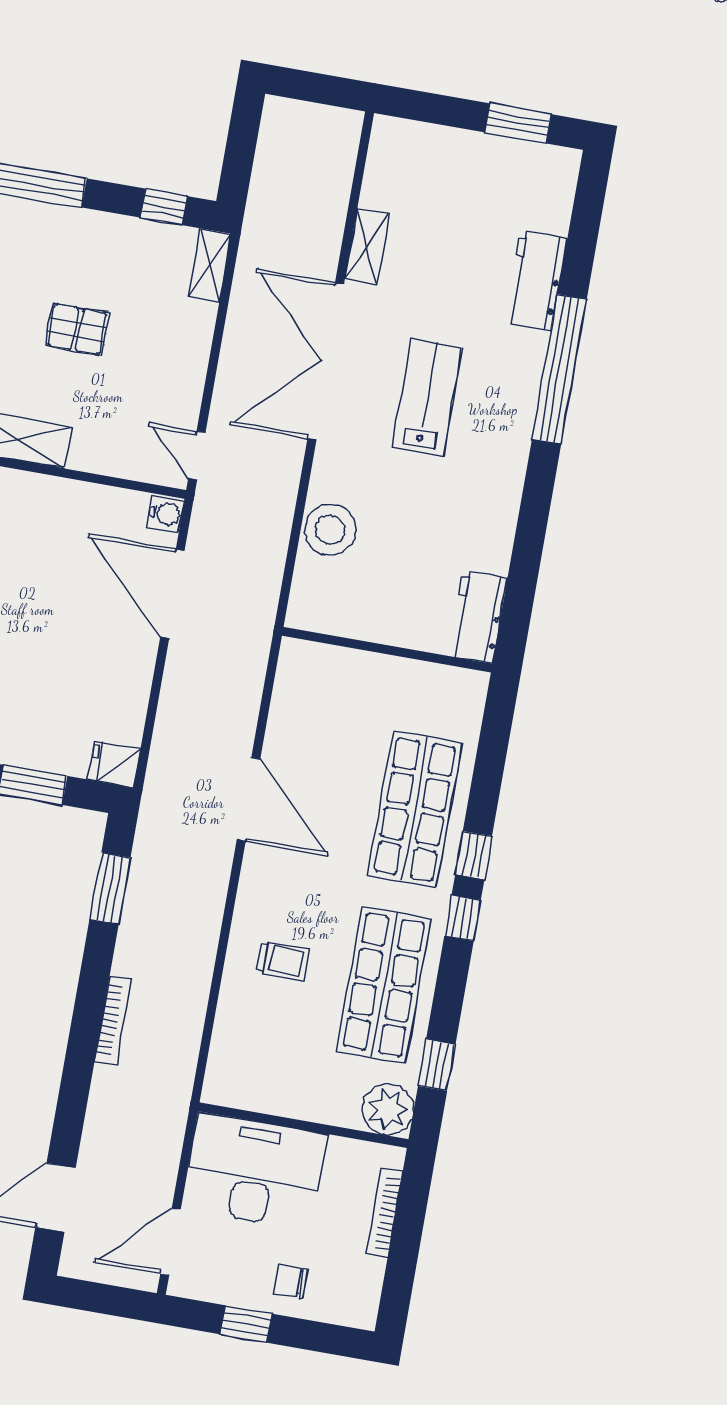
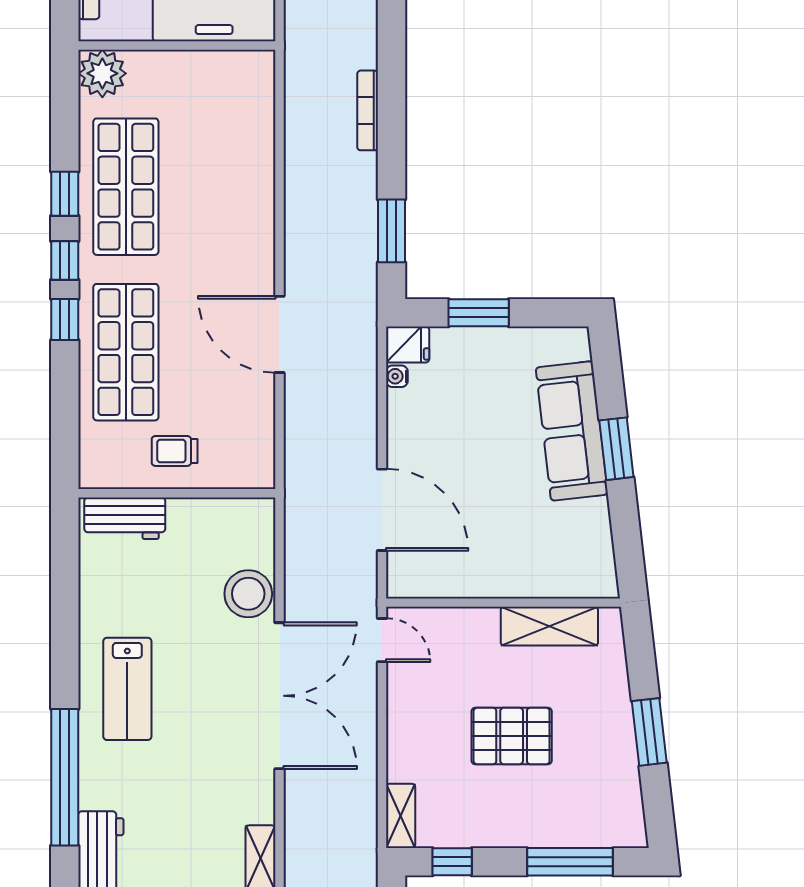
pallet: (77, 329) -> (512, 736), width x1.50, depth x1.42
double door: (326, 361) -> (279, 696), moved
lab bench: (427, 398) -> (127, 689), moved
water cooler: (166, 514) -> (397, 376), moved, width x0.72, depth x0.72
workbench: (478, 617) -> (125, 518), moved, turned 90
trolley: (283, 960) -> (175, 451), moved
window: (437, 1065) -> (65, 194), moved

